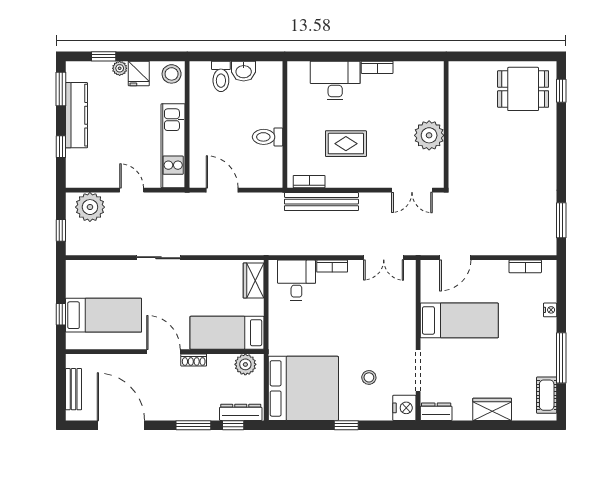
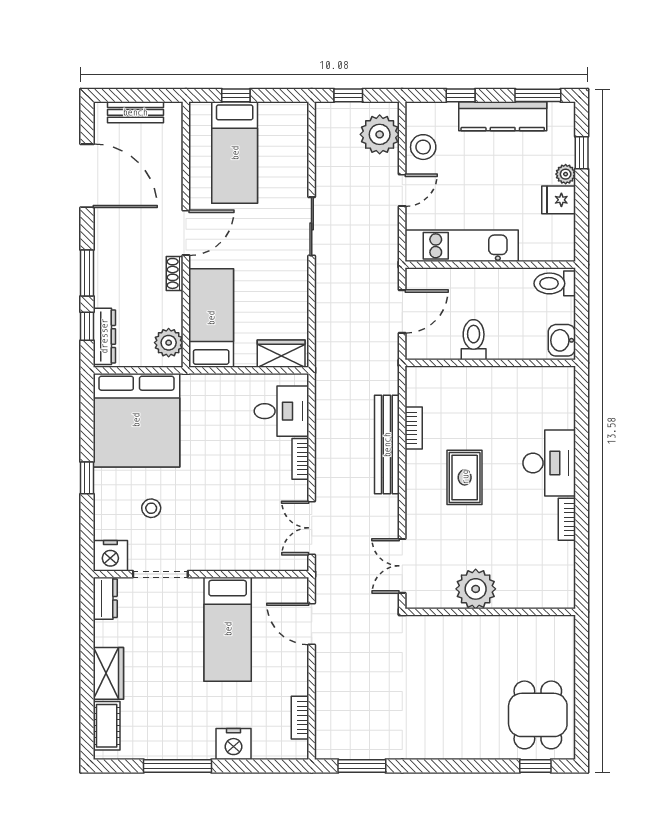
stool: (172, 74) -> (423, 147), moved
toilet: (221, 76) -> (555, 283), moved
wall: (285, 124) -> (490, 363), moved
toilet: (268, 137) -> (474, 340), moved
nightstand: (550, 310) -> (234, 744), width x1.89, depth x1.79
cot: (547, 395) -> (107, 726), moved, turned 90
door: (121, 425) -> (87, 176), hinge flipped

